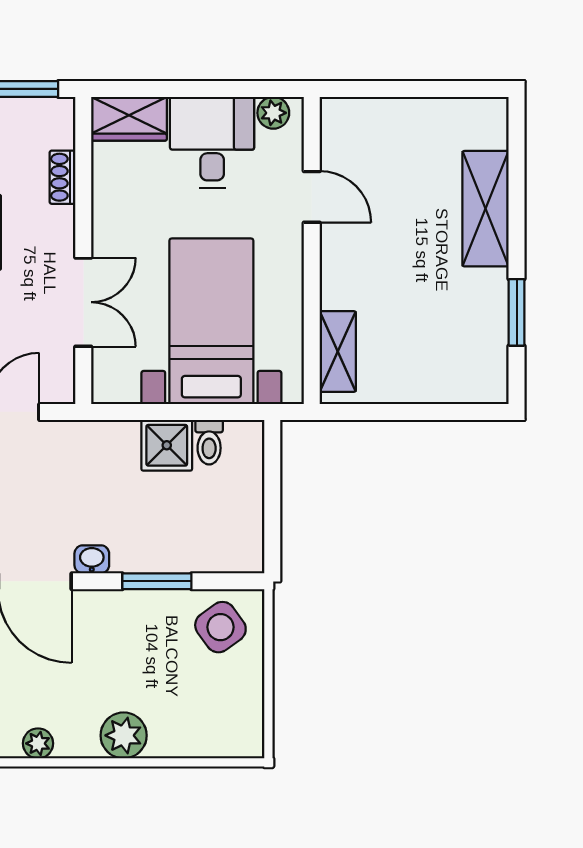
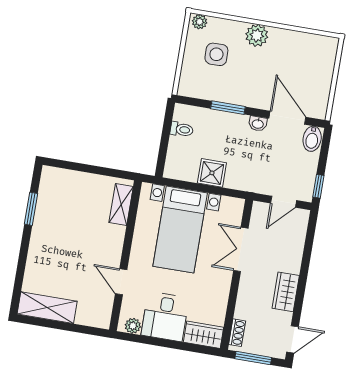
shoe rack: (63, 177) -> (237, 333), moved
shelving: (486, 209) -> (47, 308), moved, turned 90
toilet: (209, 442) -> (182, 129), moved, turned 90
side table: (220, 627) -> (216, 54), moved, turned 35
plant: (38, 743) -> (200, 22), moved

